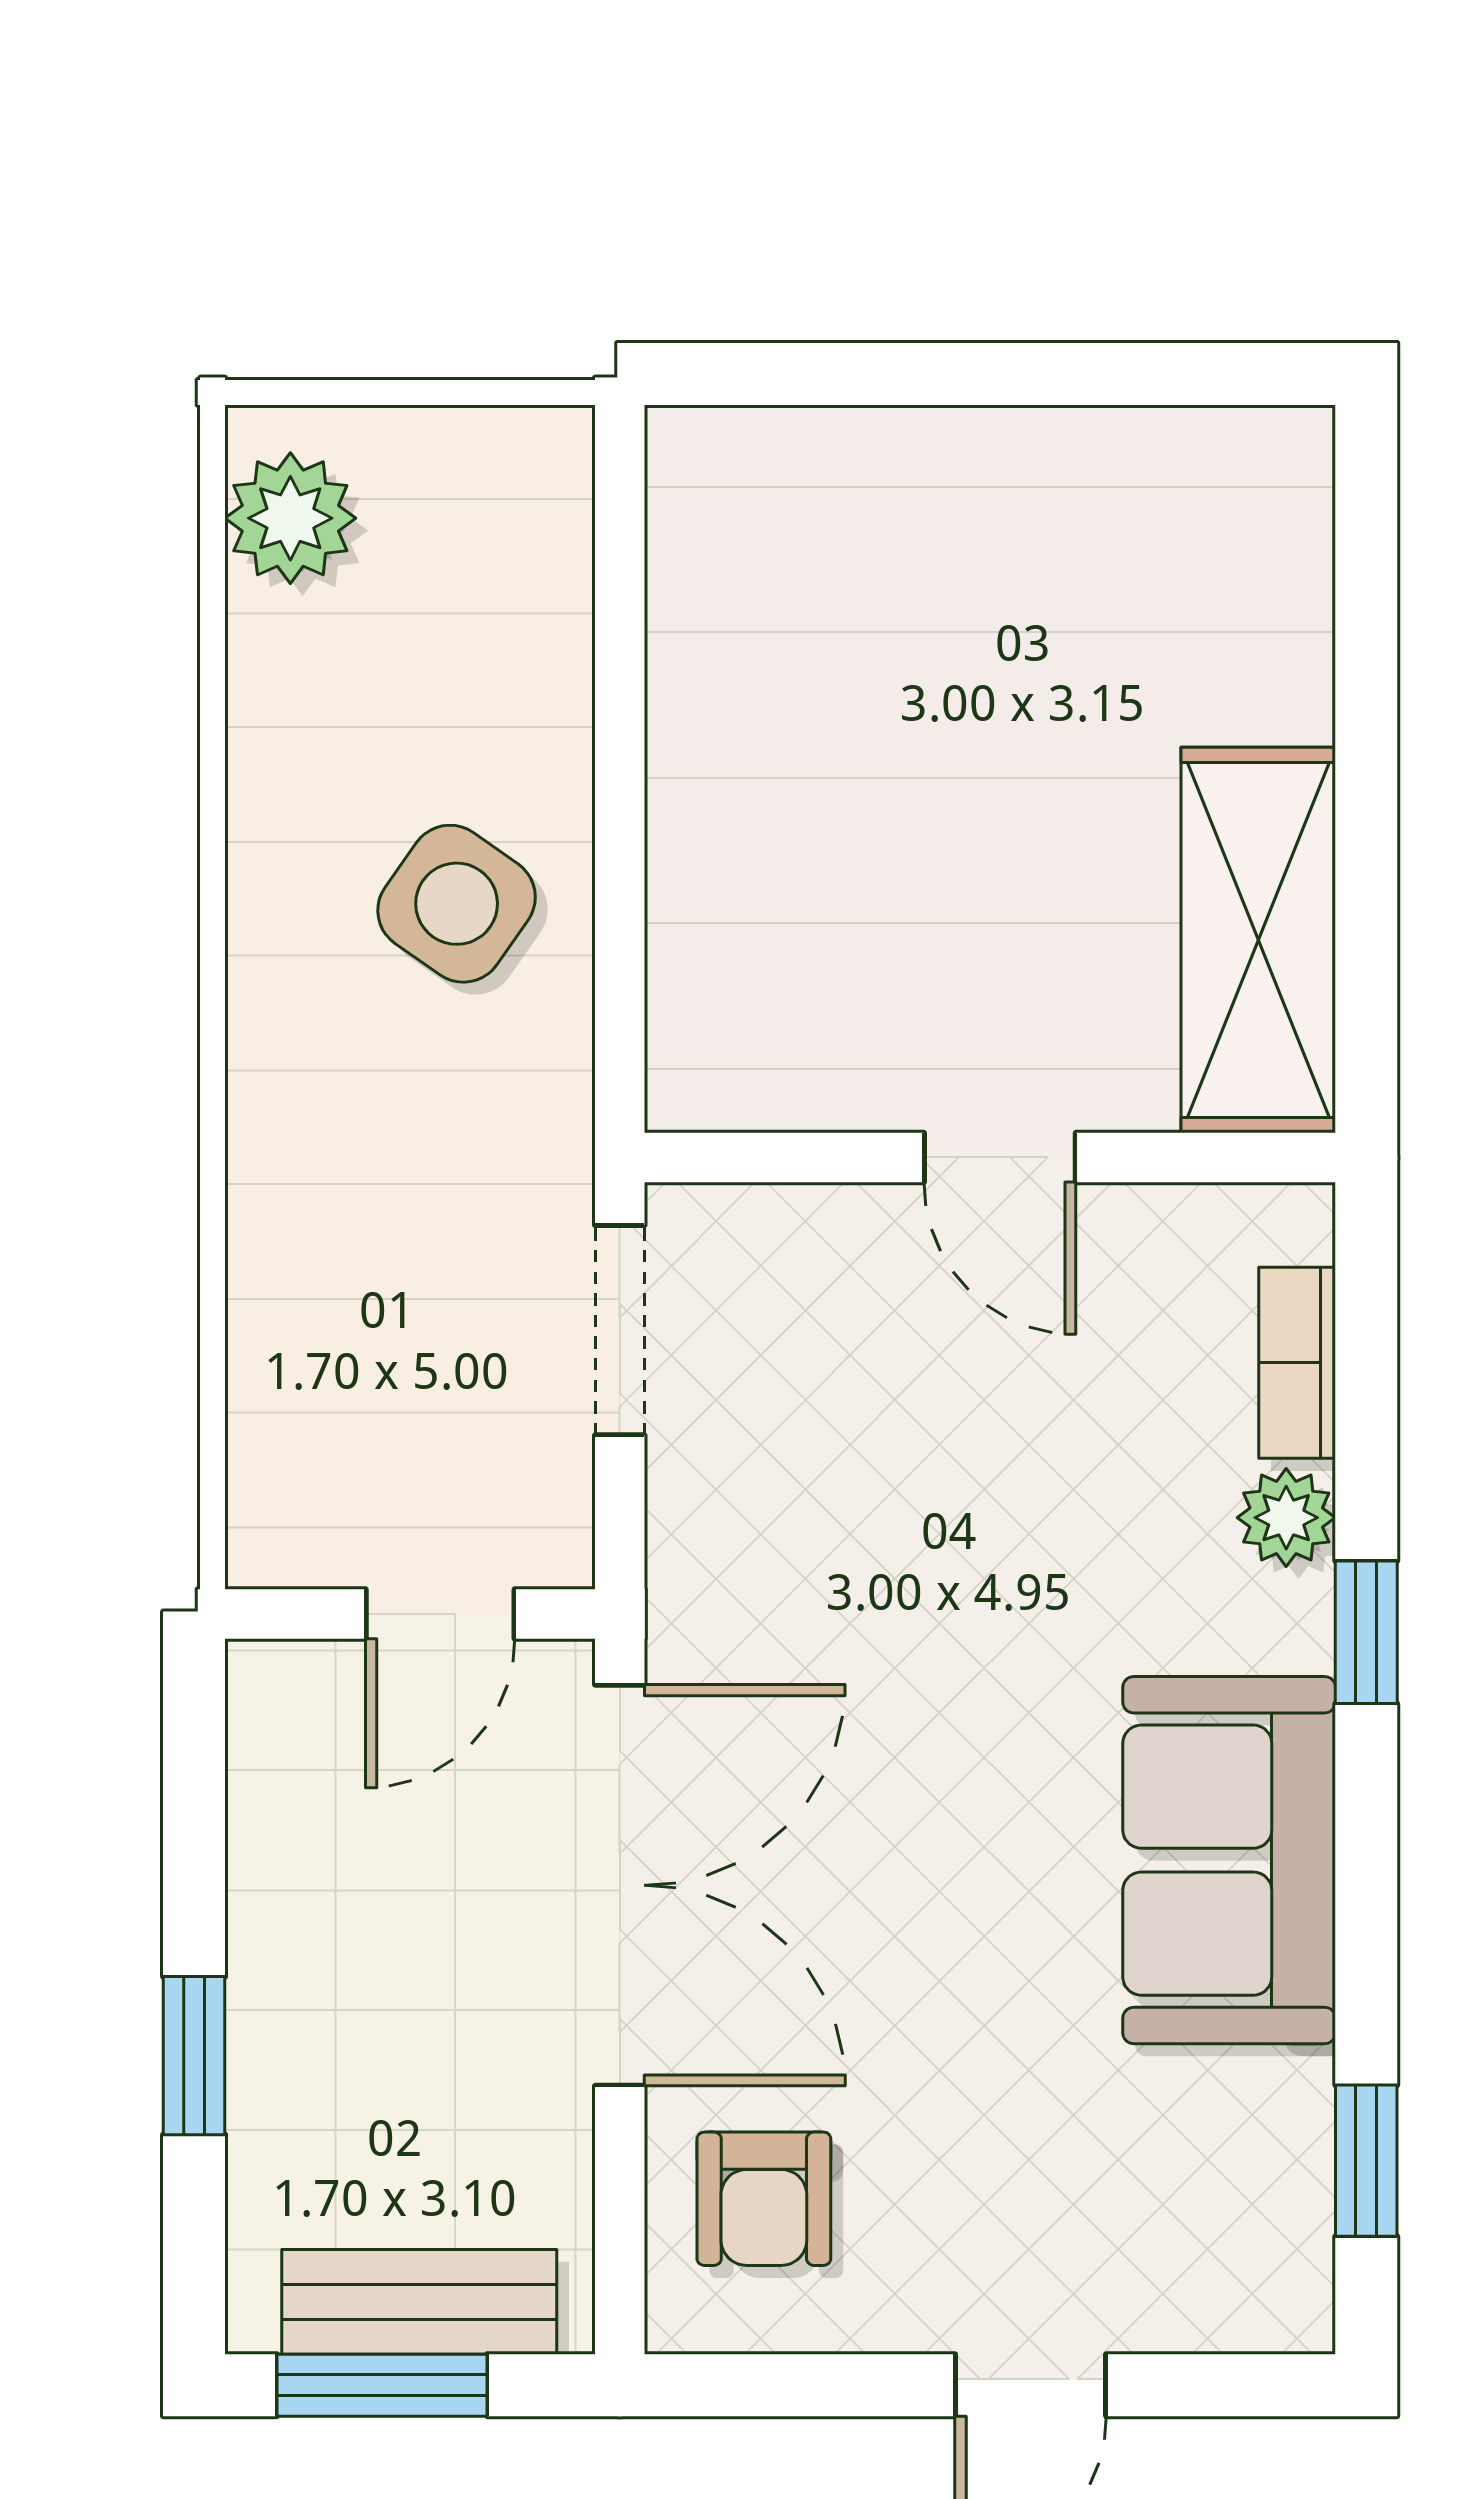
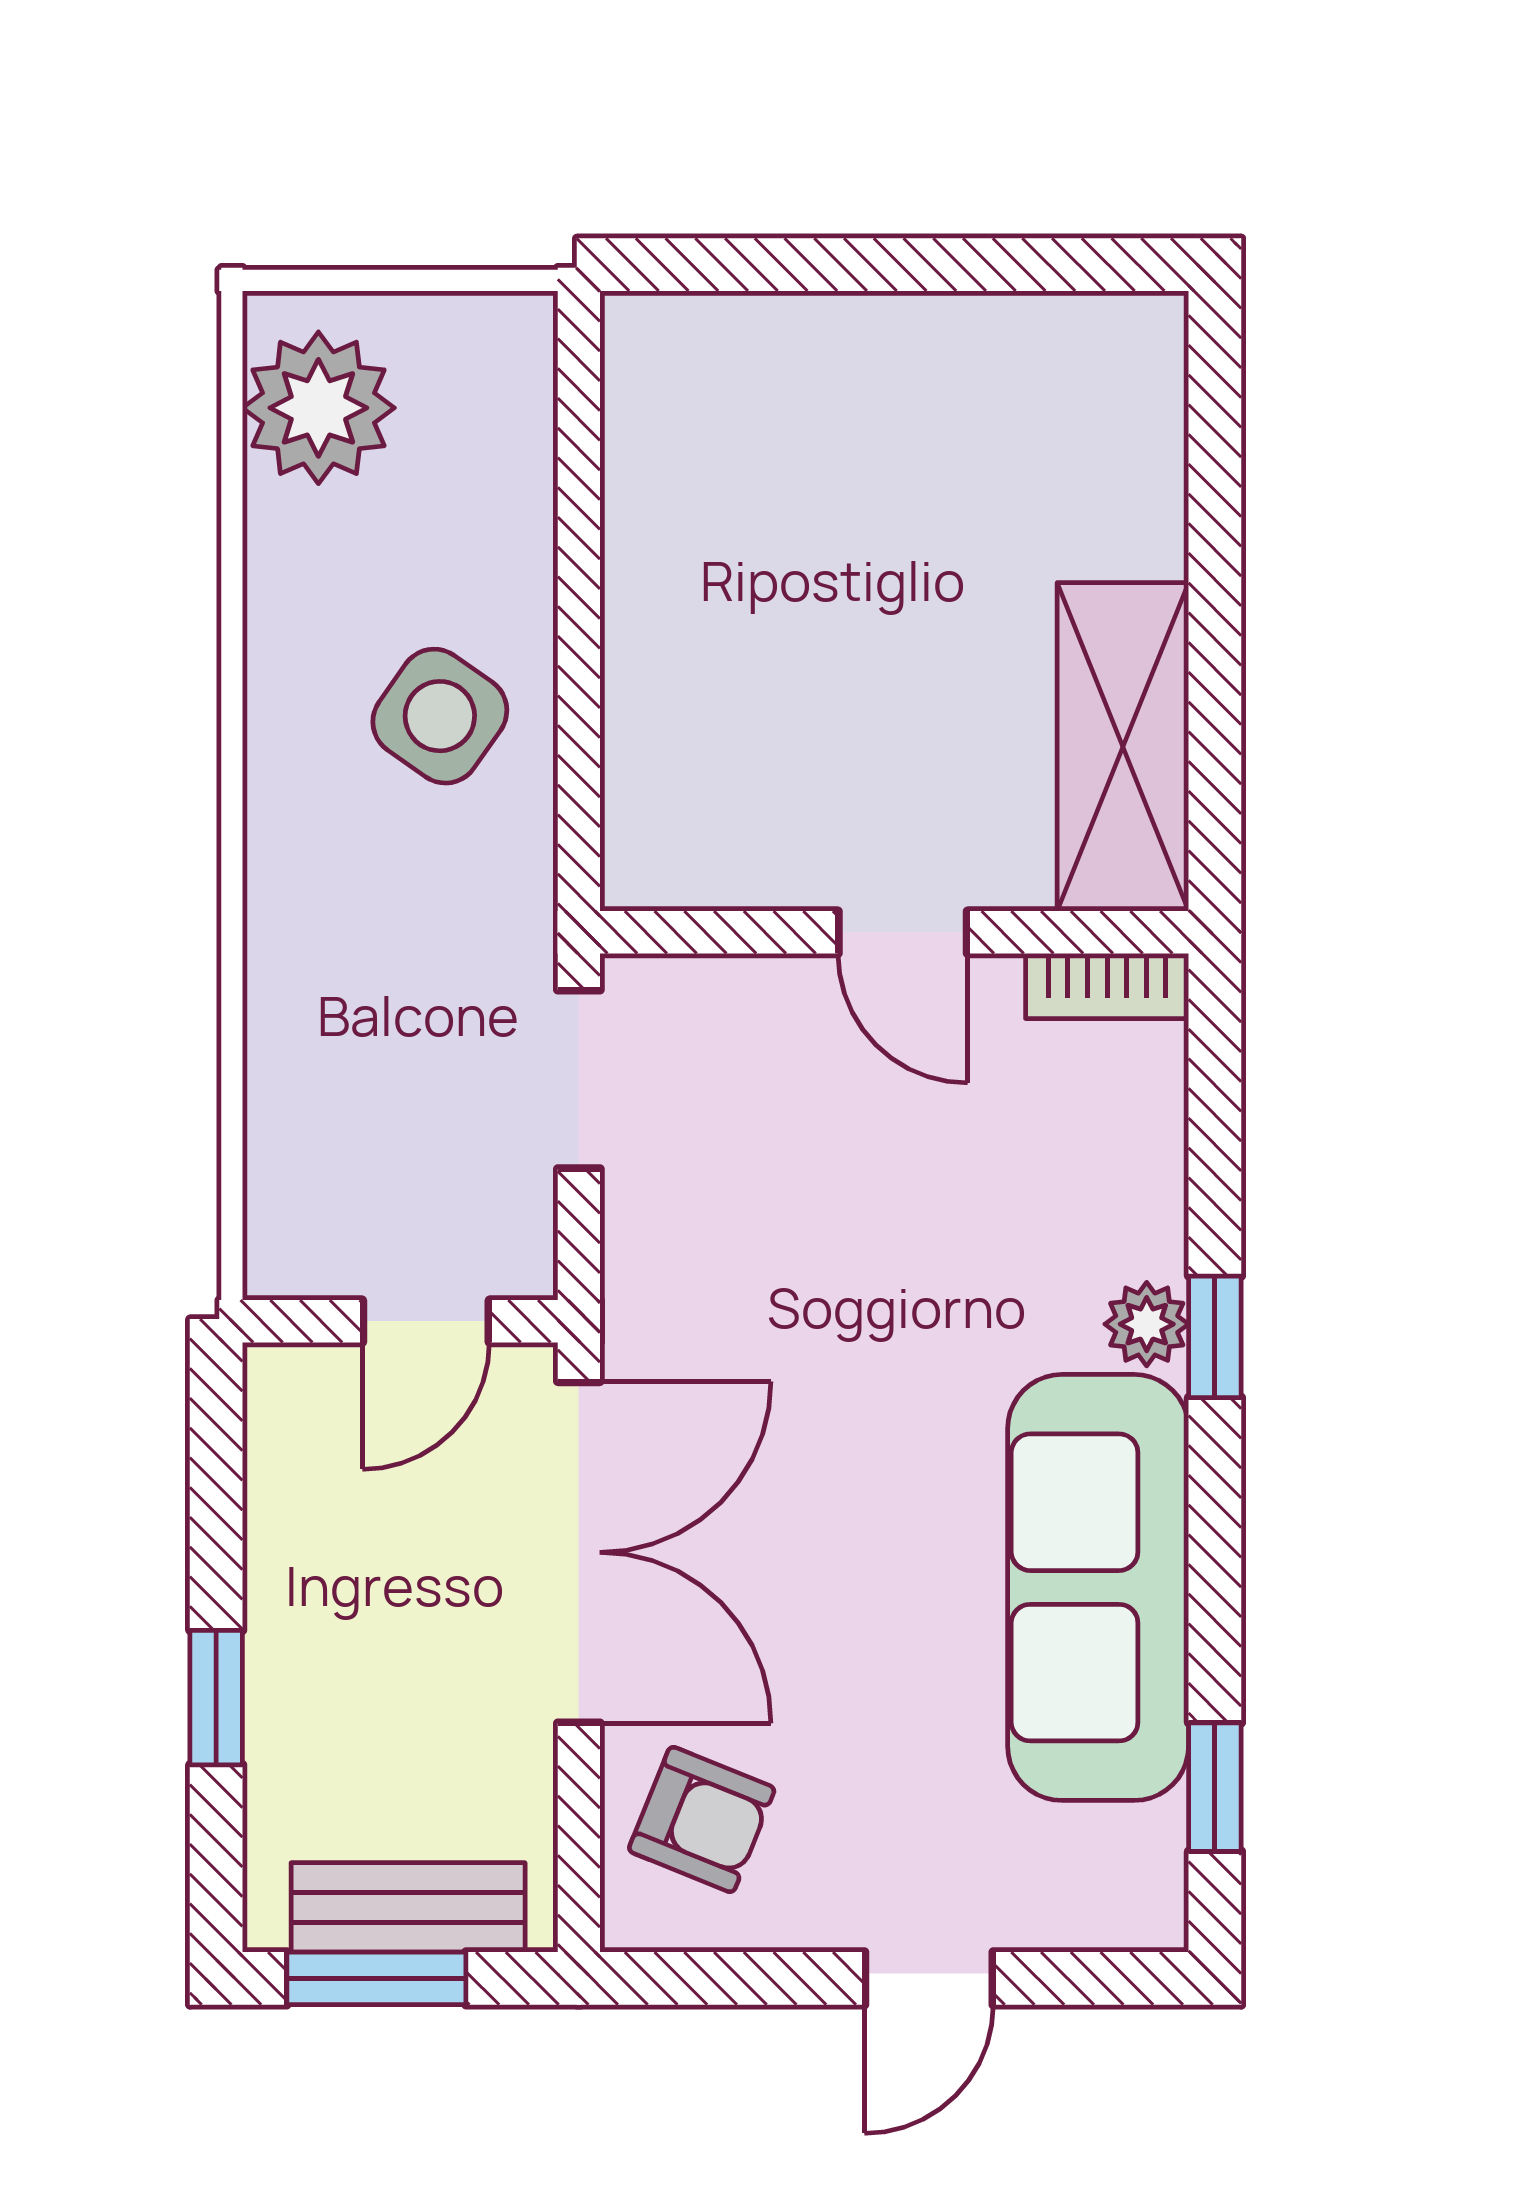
plant: (290, 518) -> (318, 408), width x1.36, depth x1.36
bookcase: (1297, 1363) -> (1107, 986), moved, turned -90
plant: (1286, 1518) -> (1147, 1324), moved
sofa: (1229, 1860) -> (1098, 1587), width x1.36
armchair: (764, 2199) -> (702, 1819), turned -68

